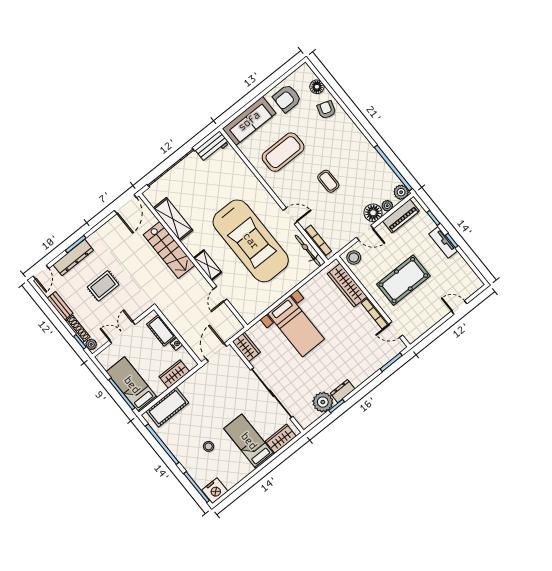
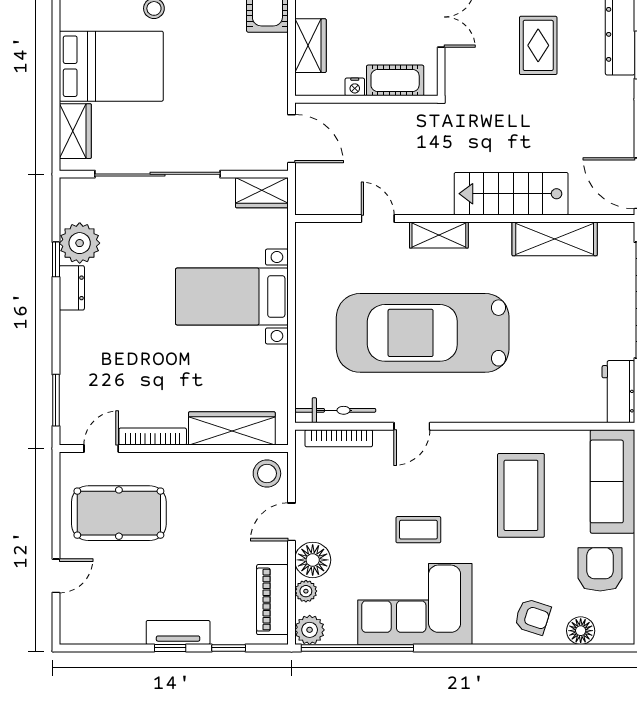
corner sofa: (358, 159) -> (415, 604), added
pool table: (403, 280) -> (119, 513), moved, turned 90
bed: (249, 441) -> (111, 66), width x1.50

